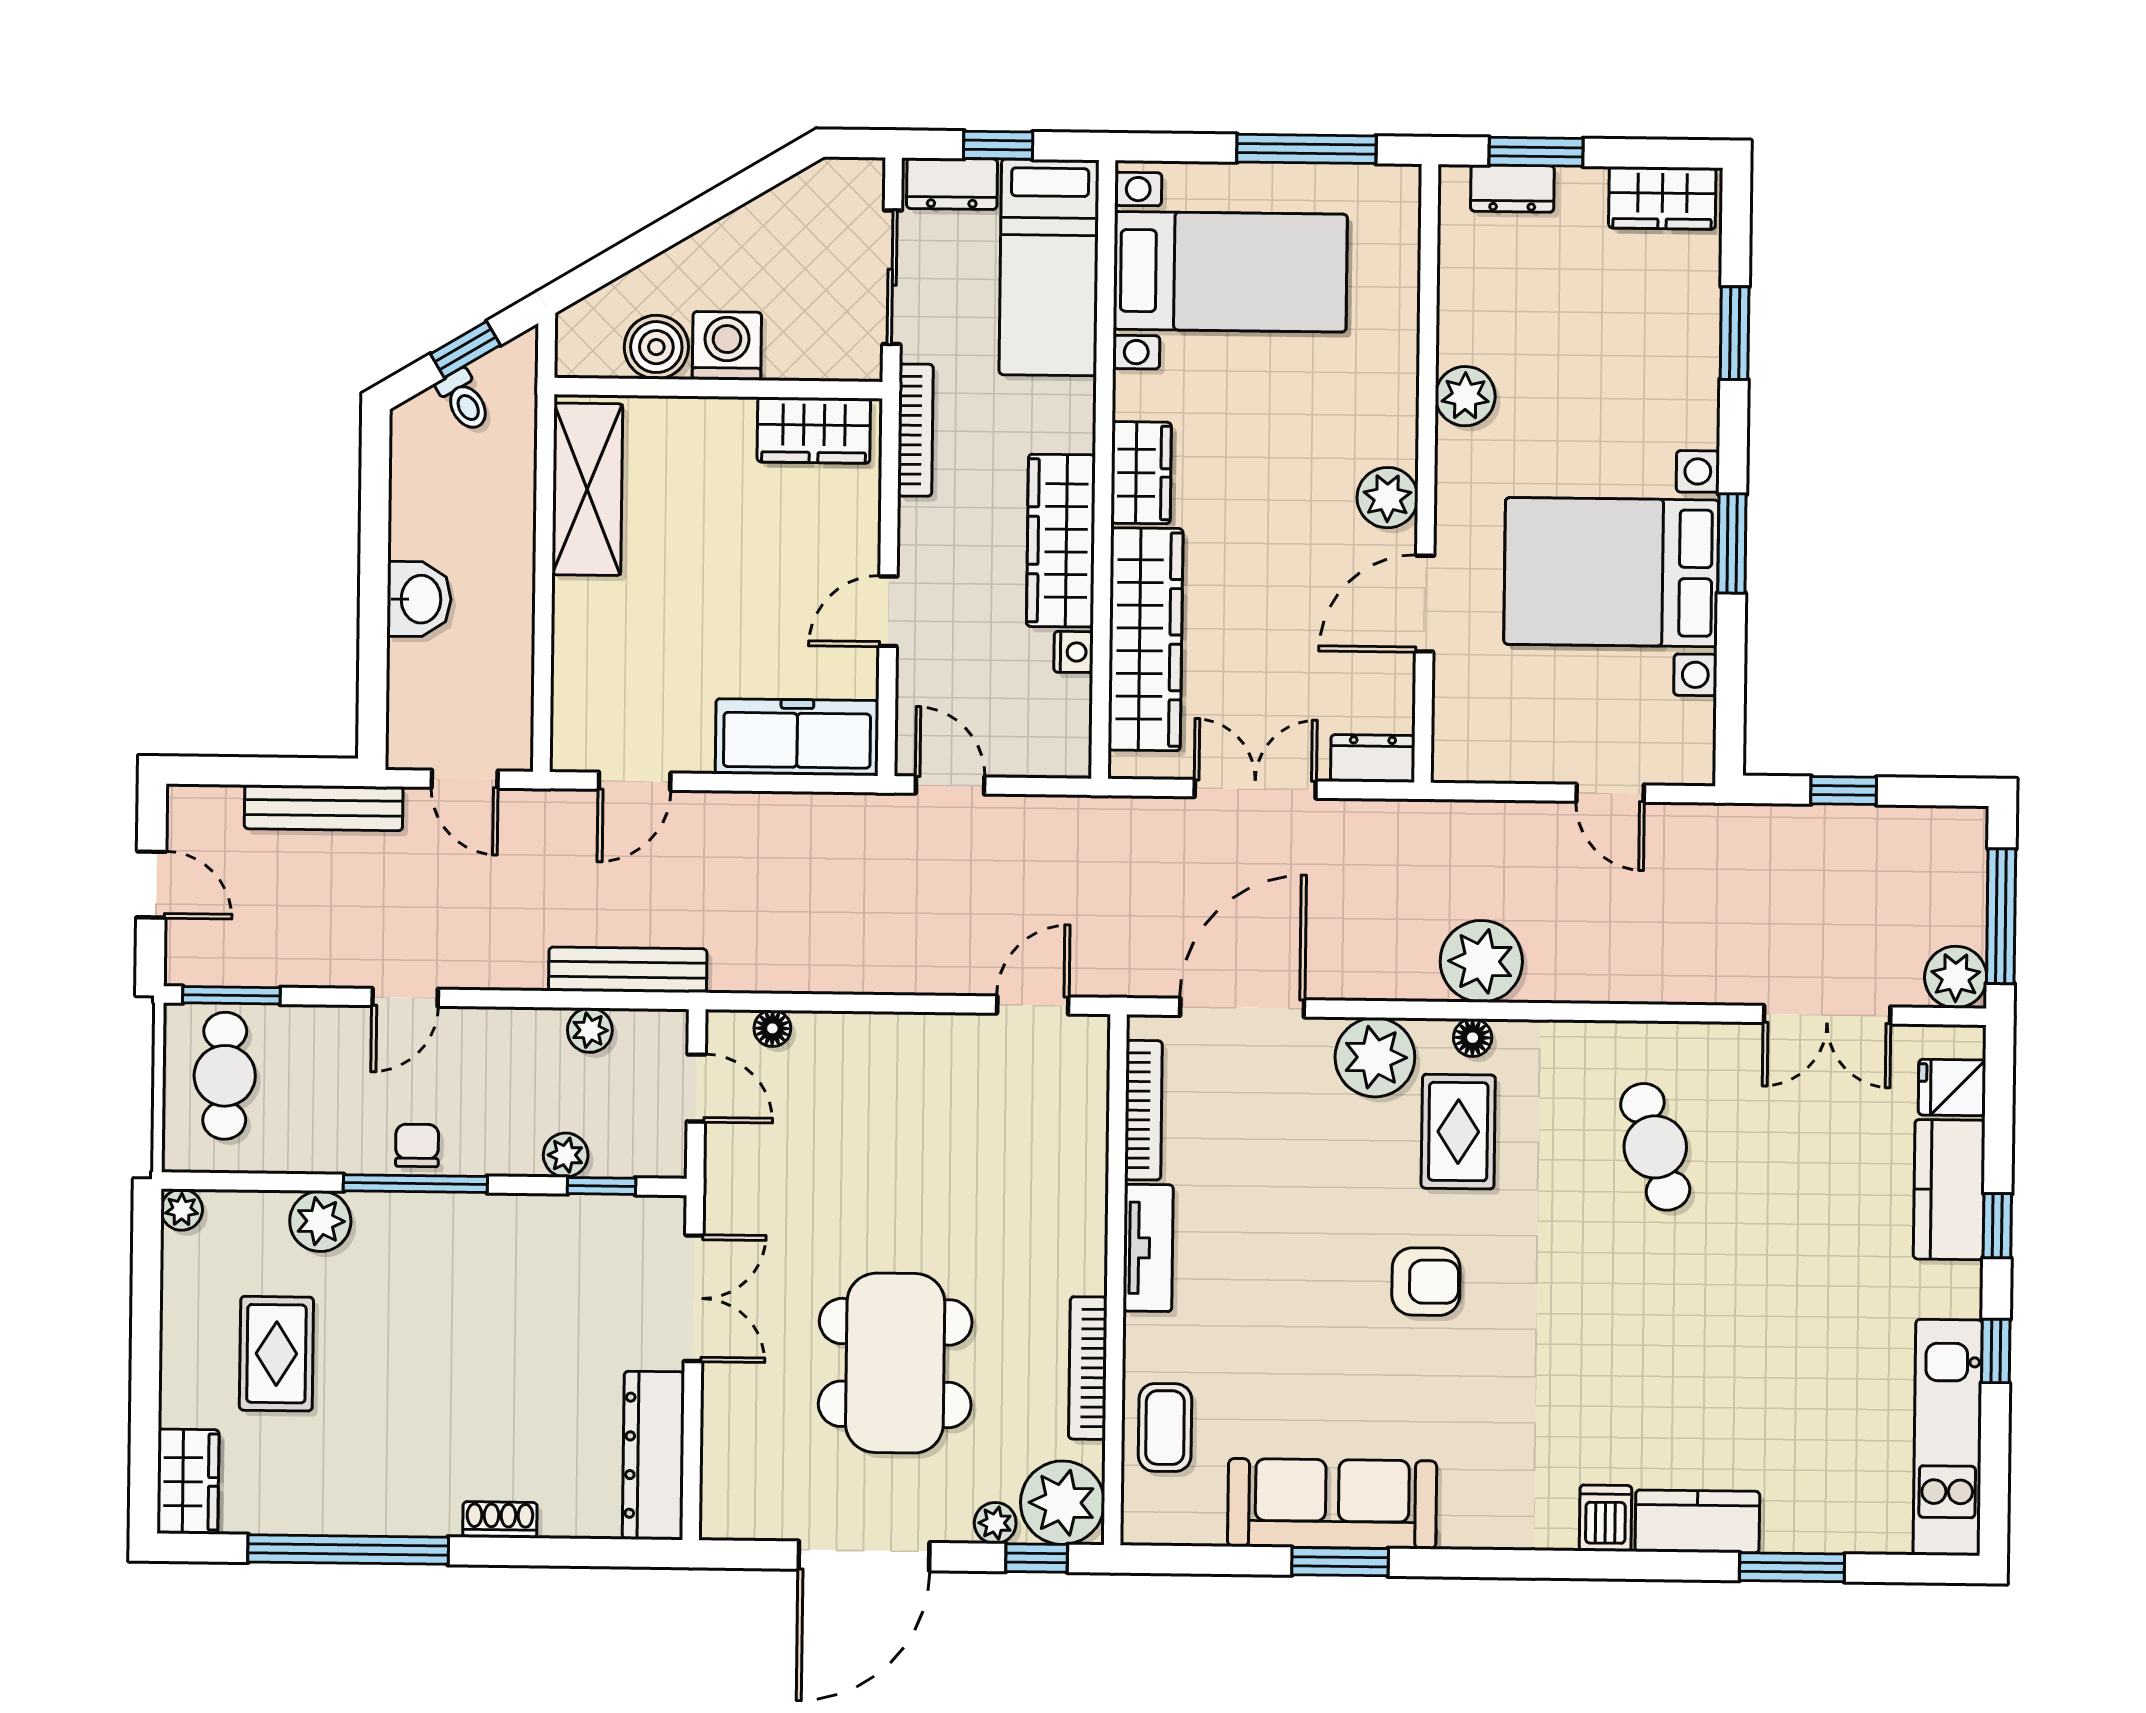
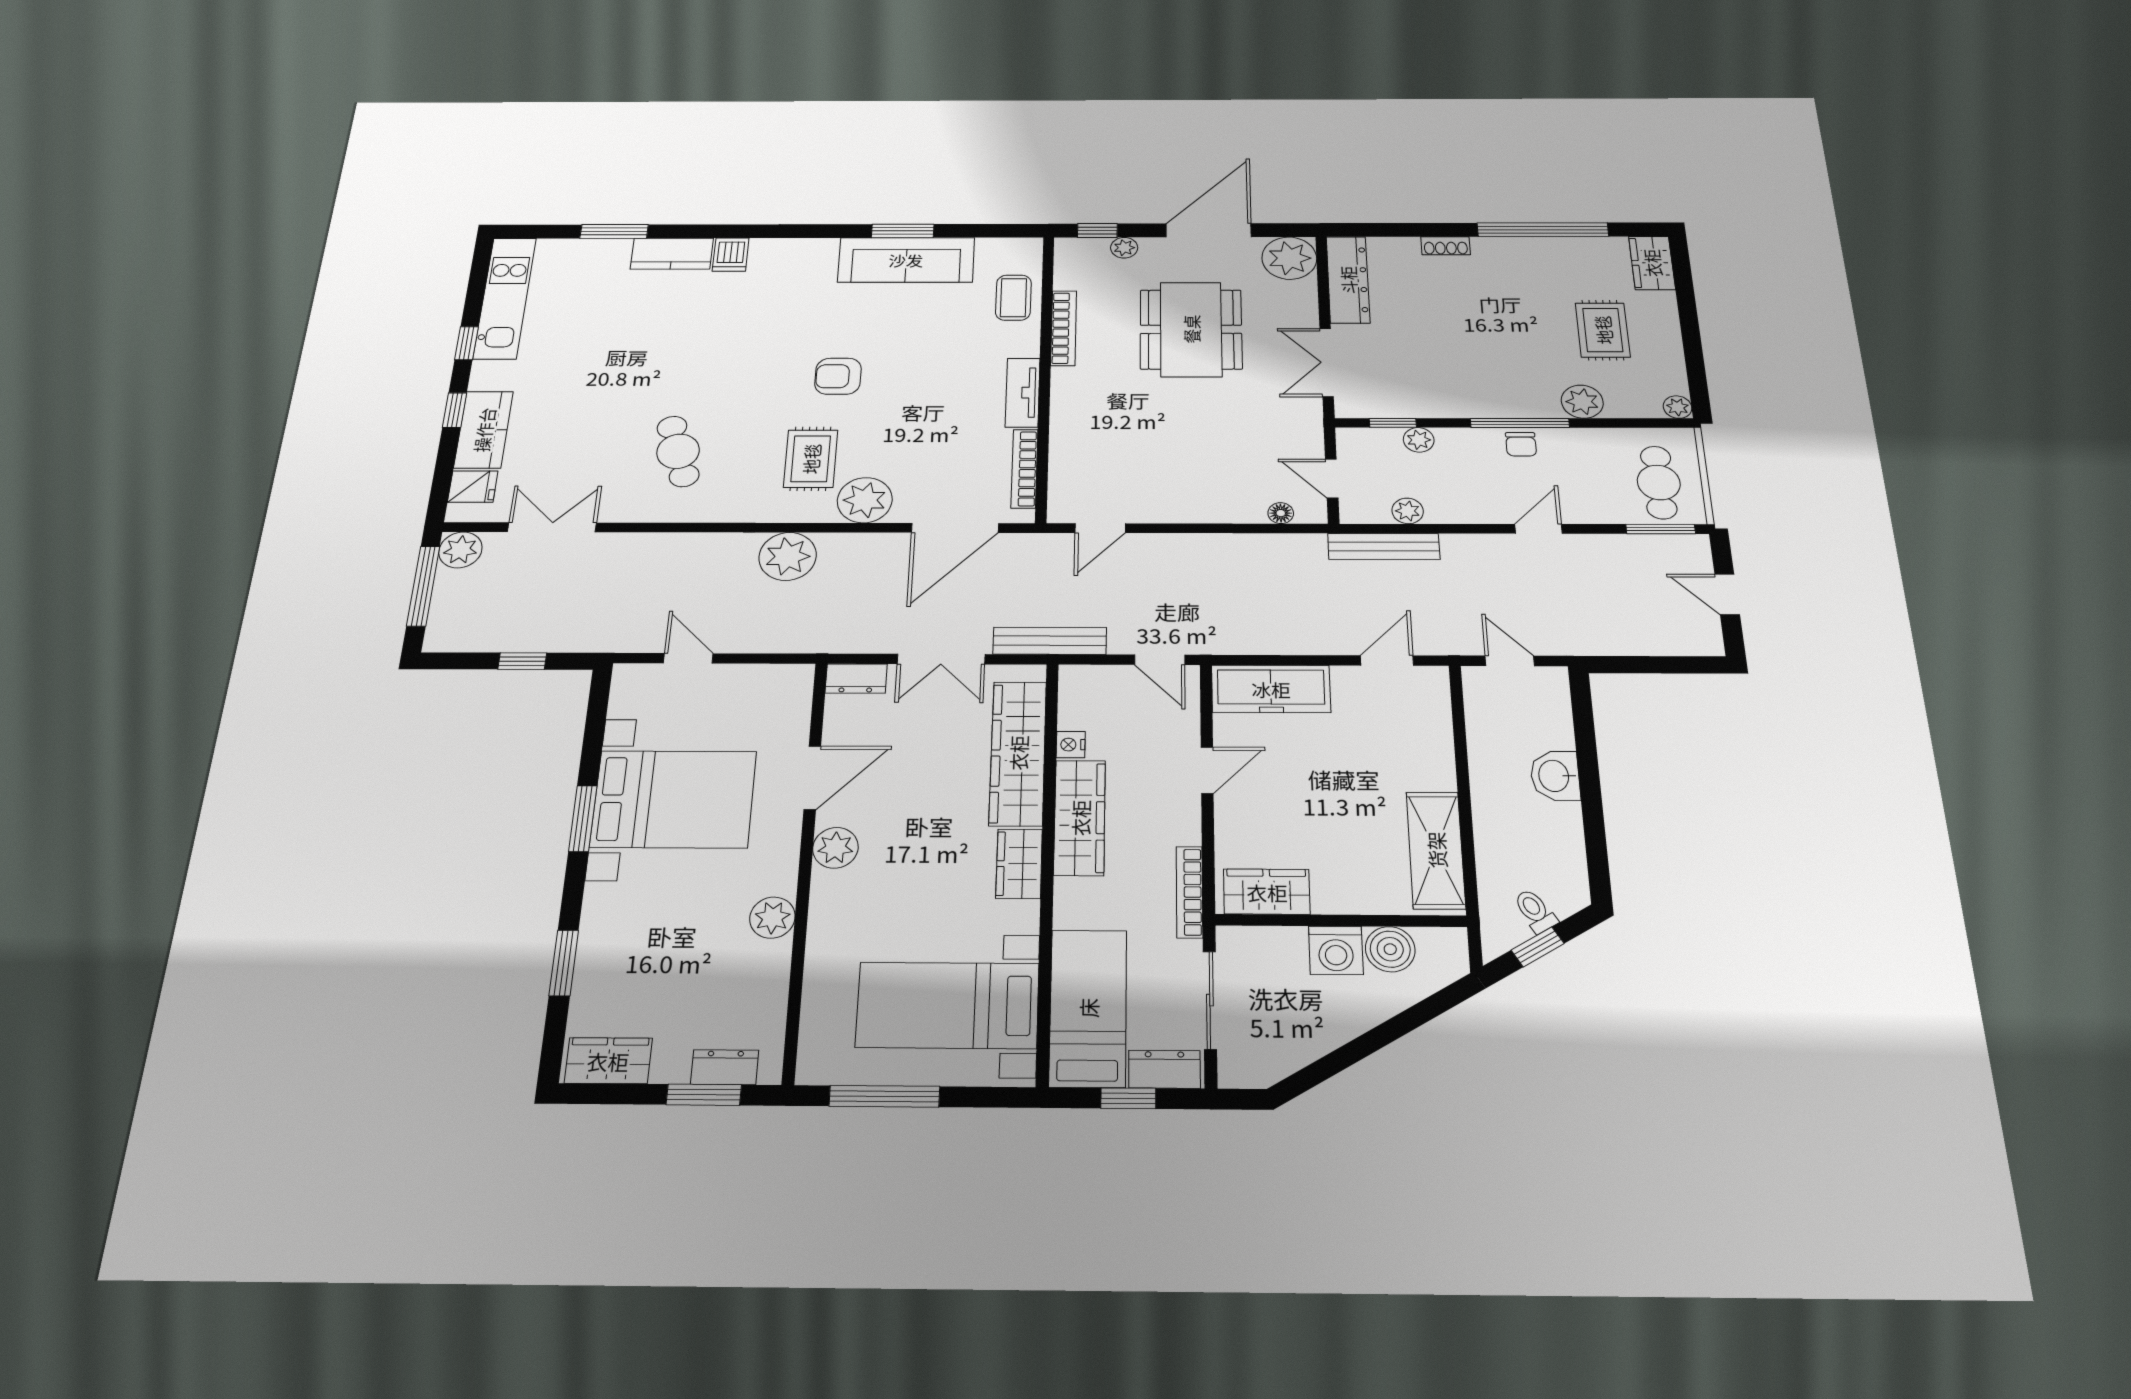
bench: (324, 808) -> (1050, 641), moved
floor lamp: (1473, 1038) -> (797, 512), removed
plant: (1062, 1503) -> (1289, 258), moved

